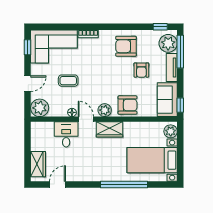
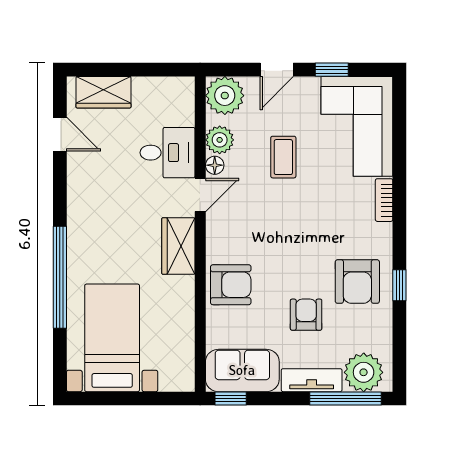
window: (160, 27) -> (399, 285), moved
armchair: (126, 46) -> (357, 282), turned 180
window: (28, 47) -> (332, 70), moved
armchair: (141, 70) -> (306, 315), turned 90
door: (28, 84) -> (277, 70), hinge flipped
armchair: (127, 105) -> (231, 285), turned -90
plant: (105, 110) -> (220, 140), moved
plant: (171, 131) -> (174, 377), removed

